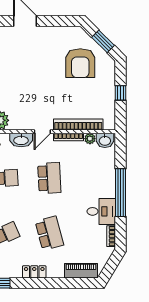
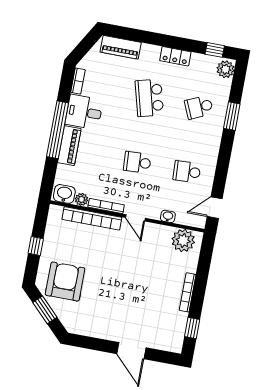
armchair: (80, 63) -> (65, 282), moved
door: (42, 132) -> (135, 218), swing flipped
washbasin: (21, 140) -> (168, 216), width x0.52, depth x0.69
school desk: (49, 178) -> (137, 162), width x0.54
piano: (108, 181) -> (69, 146), added

